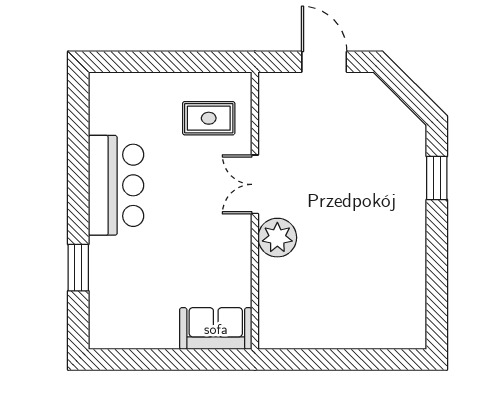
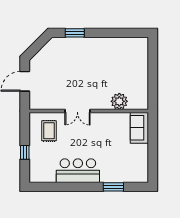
window: (159, 62) -> (25, 152), added
plant: (277, 238) -> (119, 101), moved

